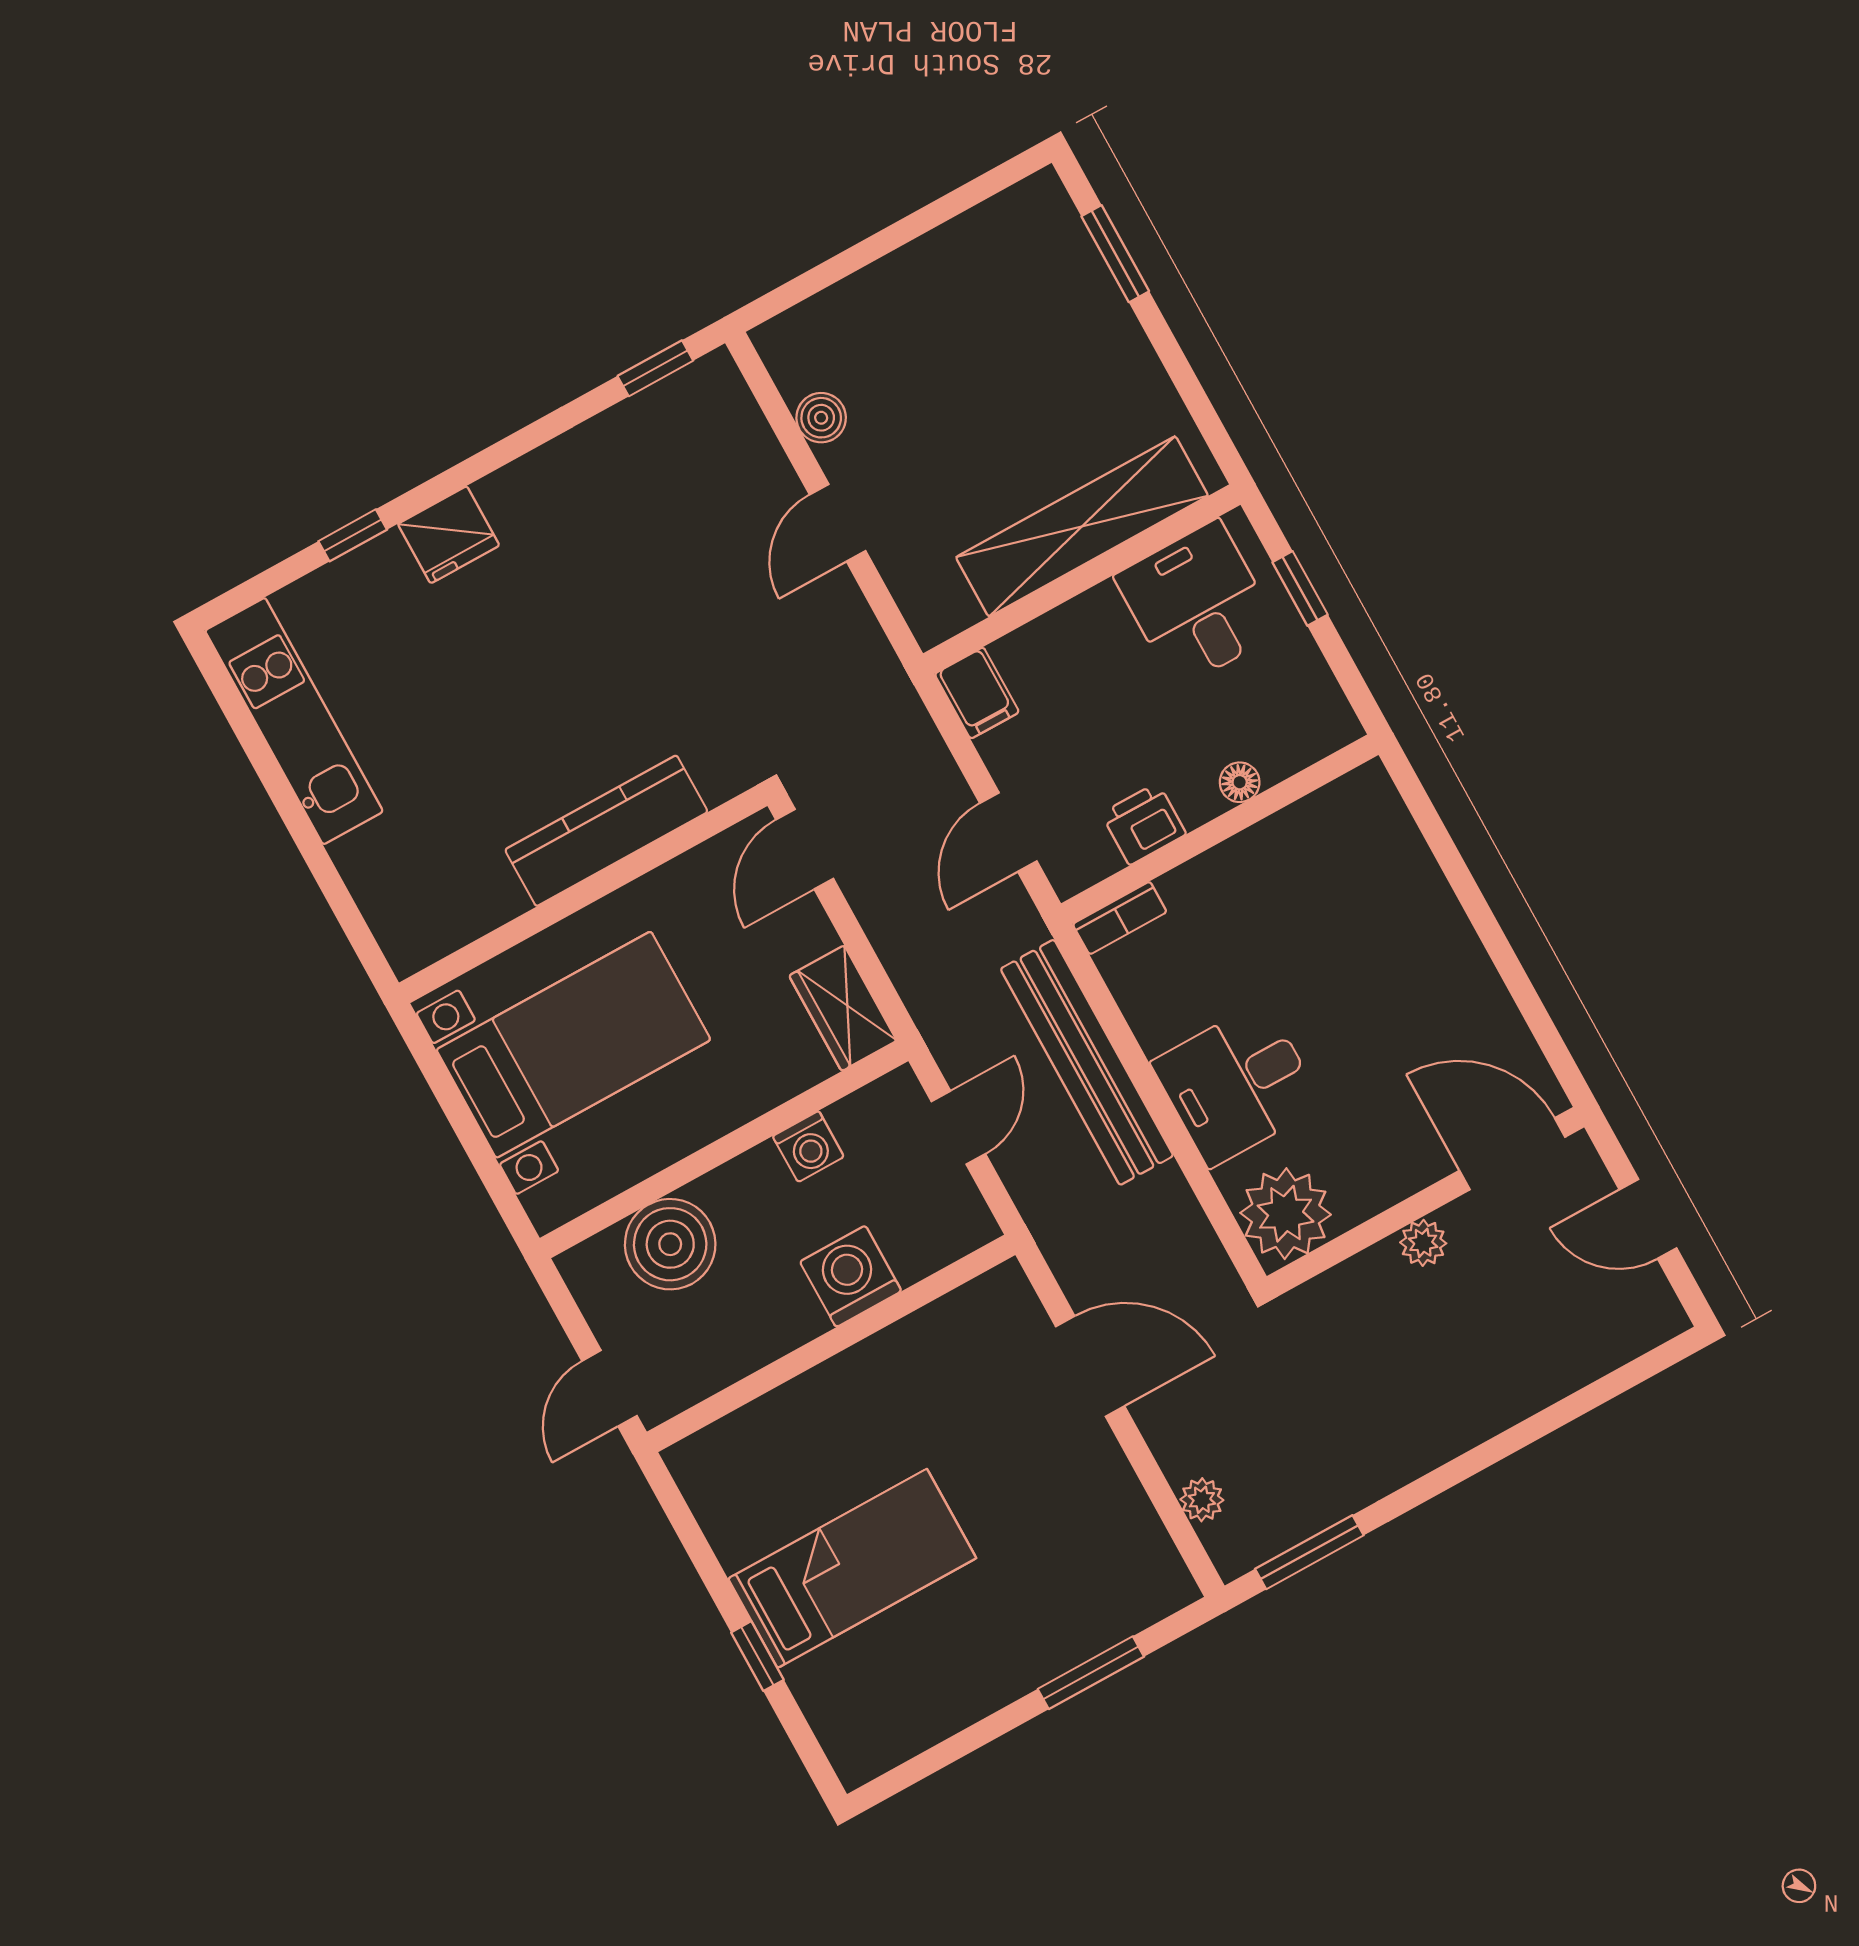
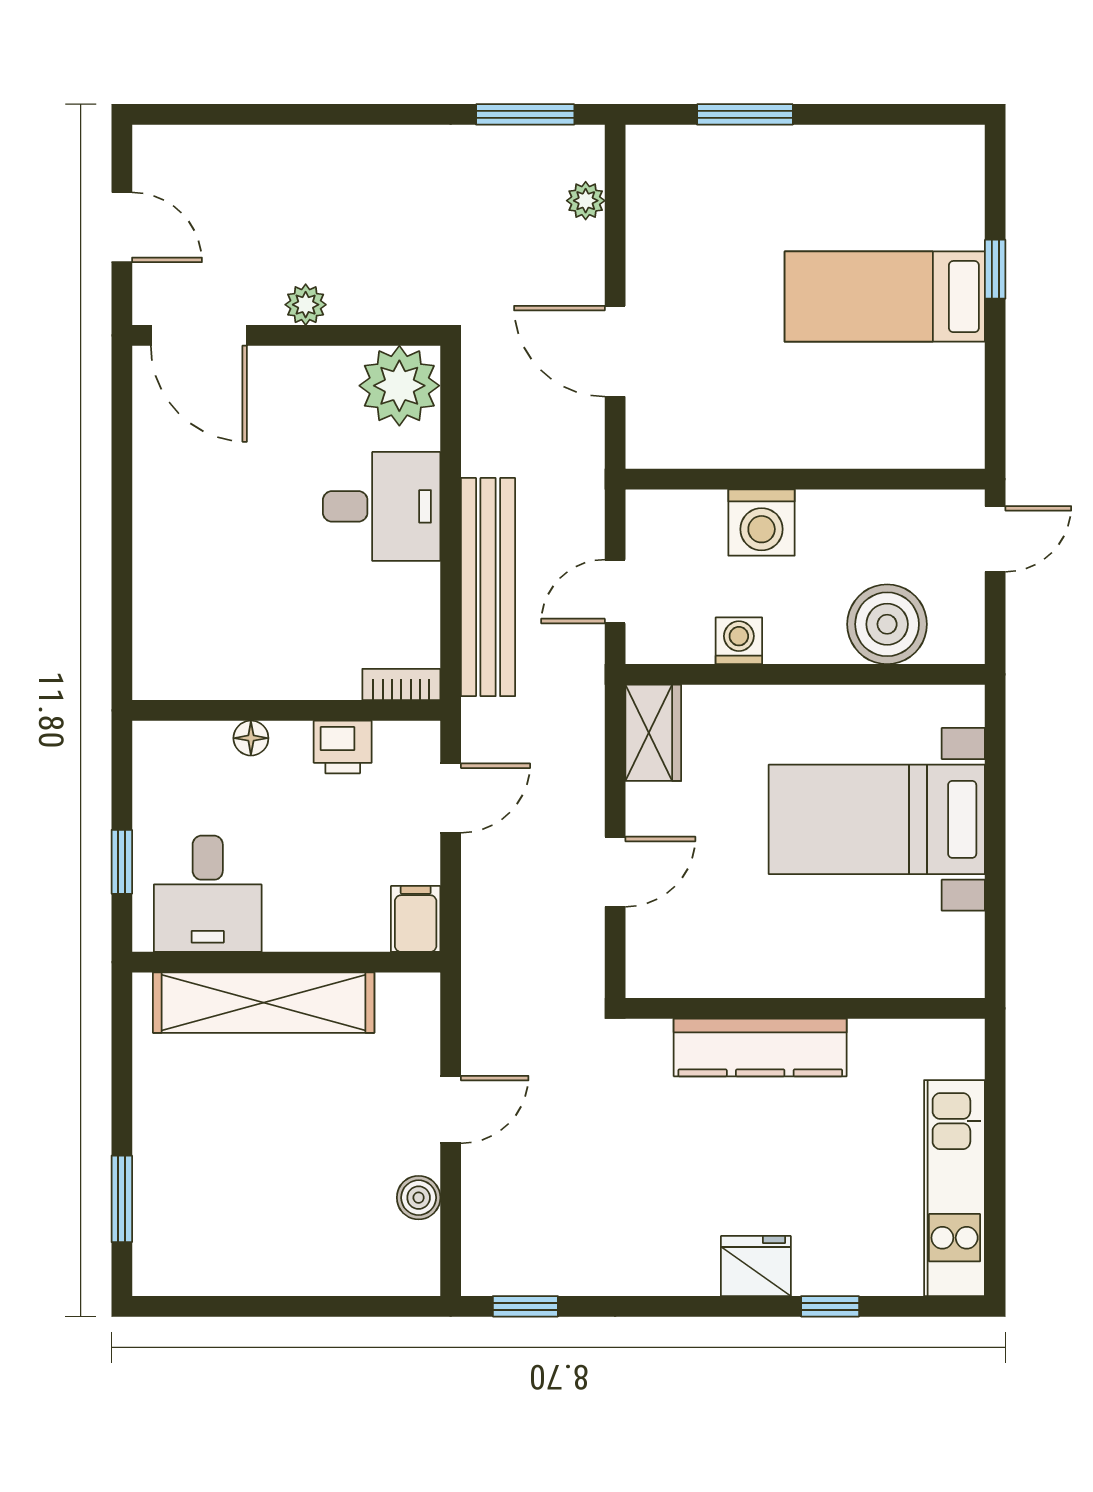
kitchen counter: (606, 831) -> (760, 1047), moved
wall: (583, 894) -> (805, 1008), moved

